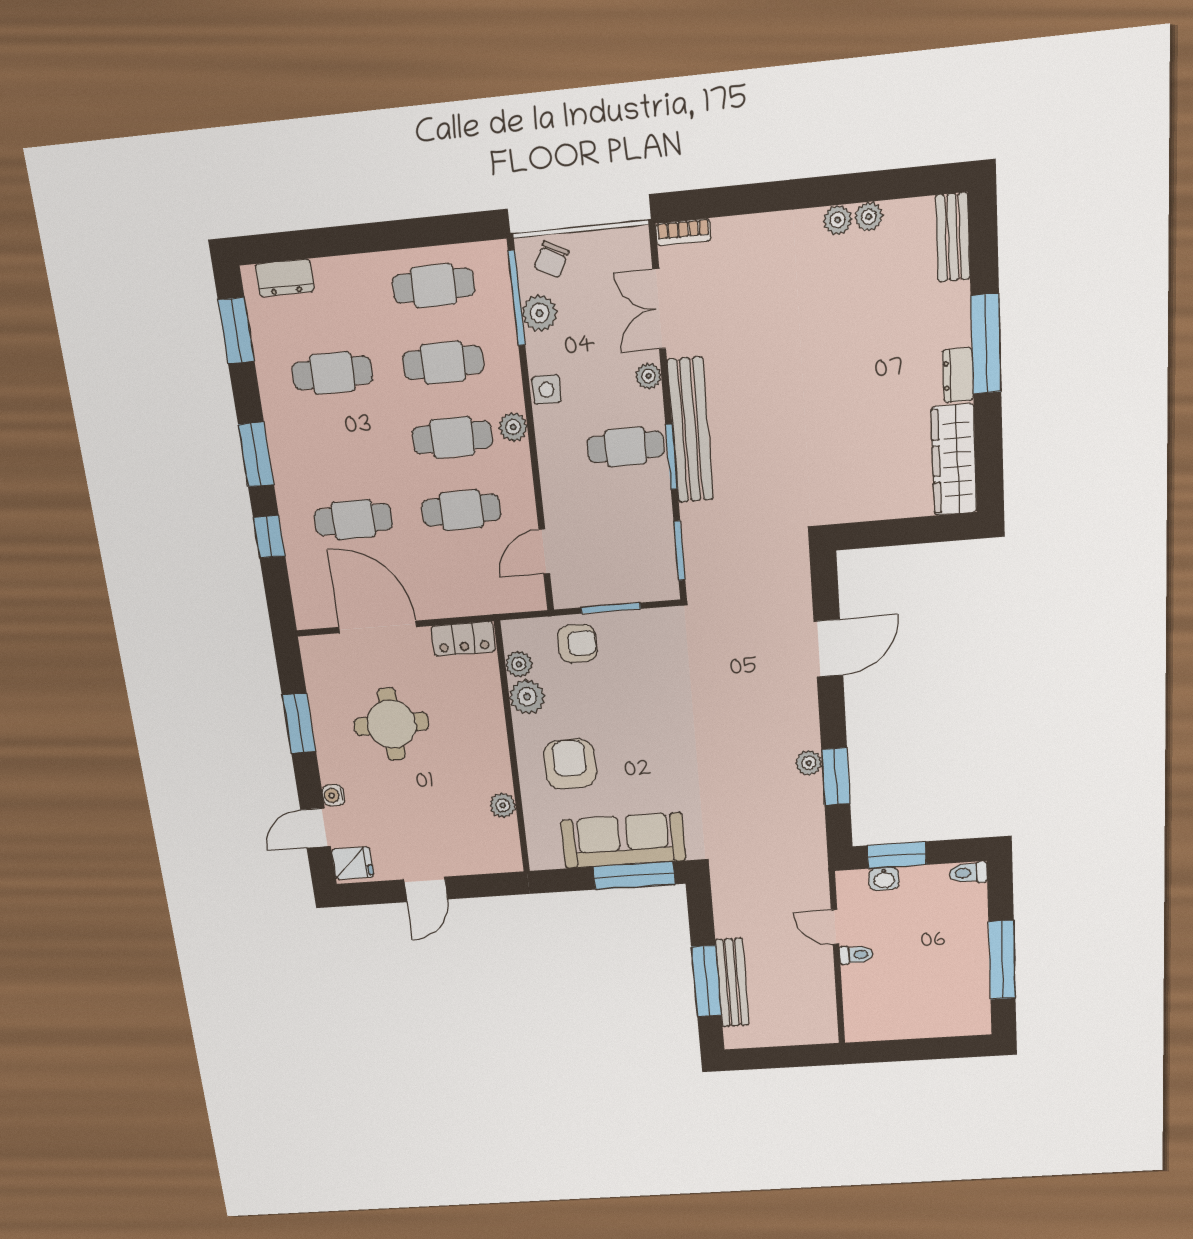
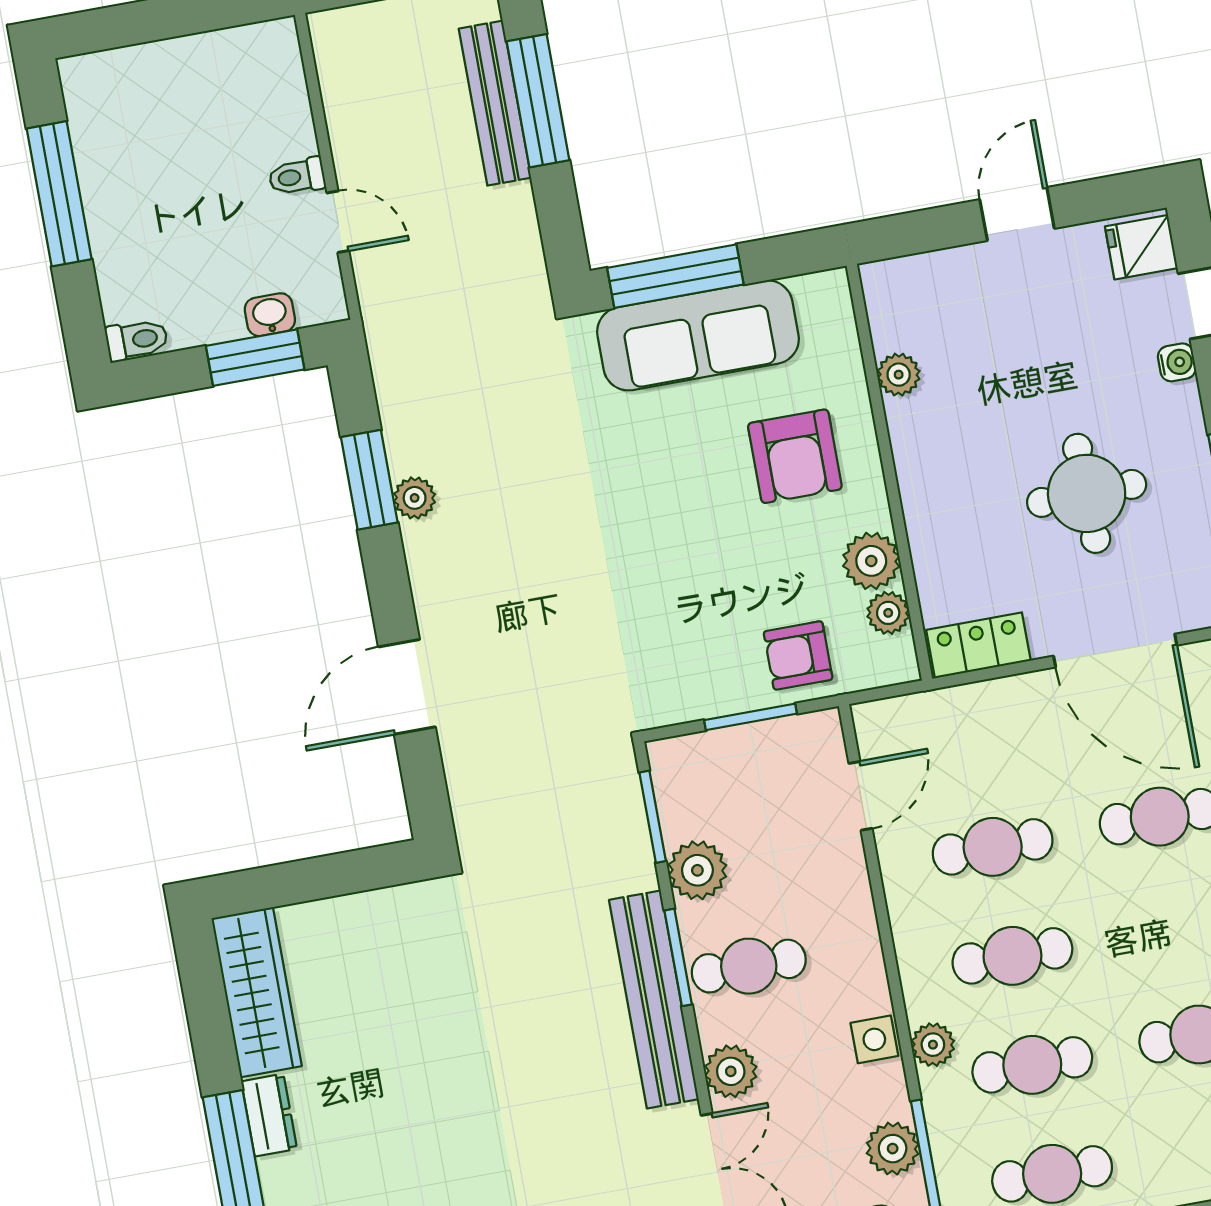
plant: (648, 376) -> (731, 1071), width x1.38, depth x1.38
plant: (513, 427) -> (933, 1045), moved
plant: (654, 513) -> (697, 870), added

